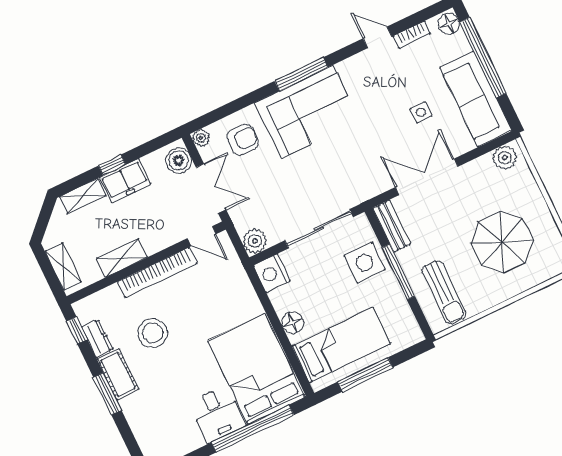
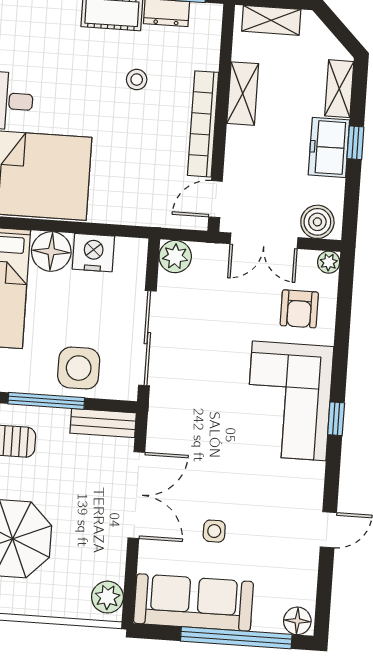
bookcase: (412, 35) -> (309, 571), removed
window: (301, 74) -> (336, 419), width x0.46
nightstand: (272, 273) -> (93, 253), moved
floor lamp: (293, 323) -> (51, 252), width x1.38, depth x1.38
stool: (153, 333) -> (137, 80), width x0.53, depth x0.53

